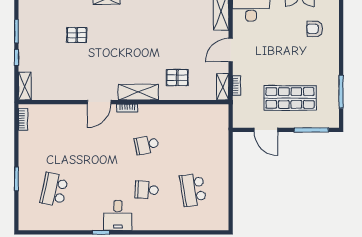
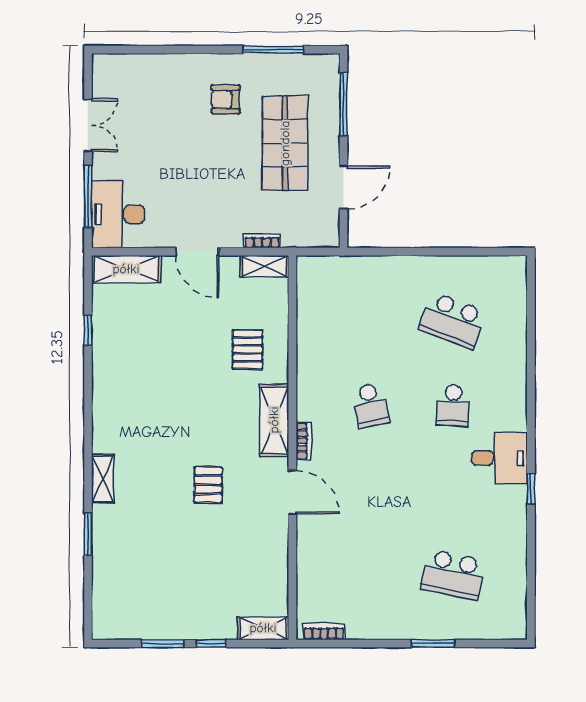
armchair: (315, 29) -> (226, 99), moved, turned 90
pallet: (77, 35) -> (208, 485), moved
school desk: (193, 190) -> (453, 321), turned 30

